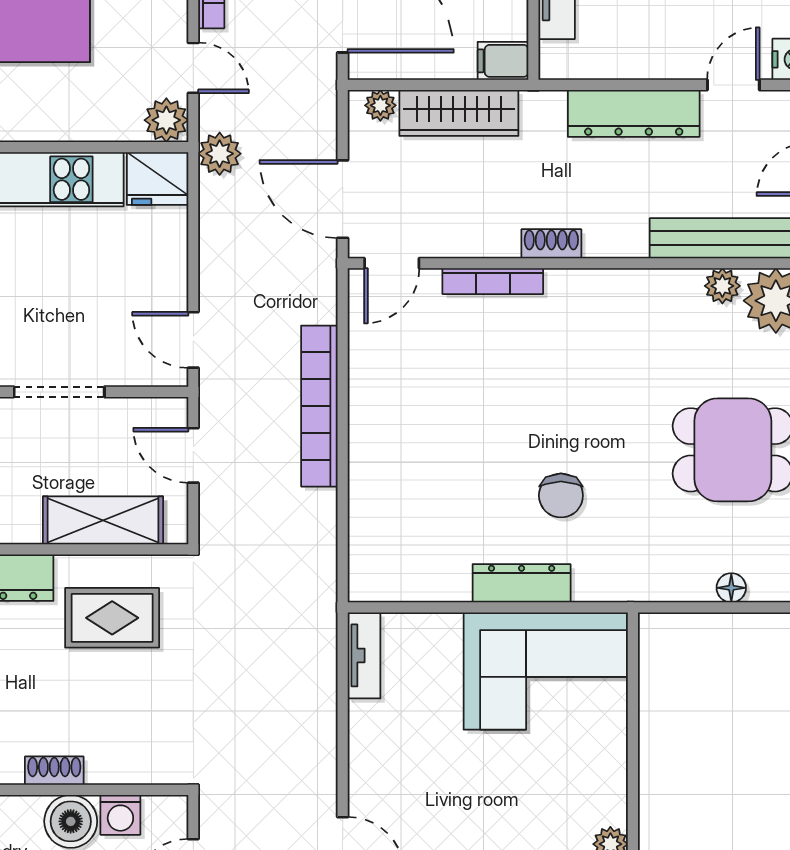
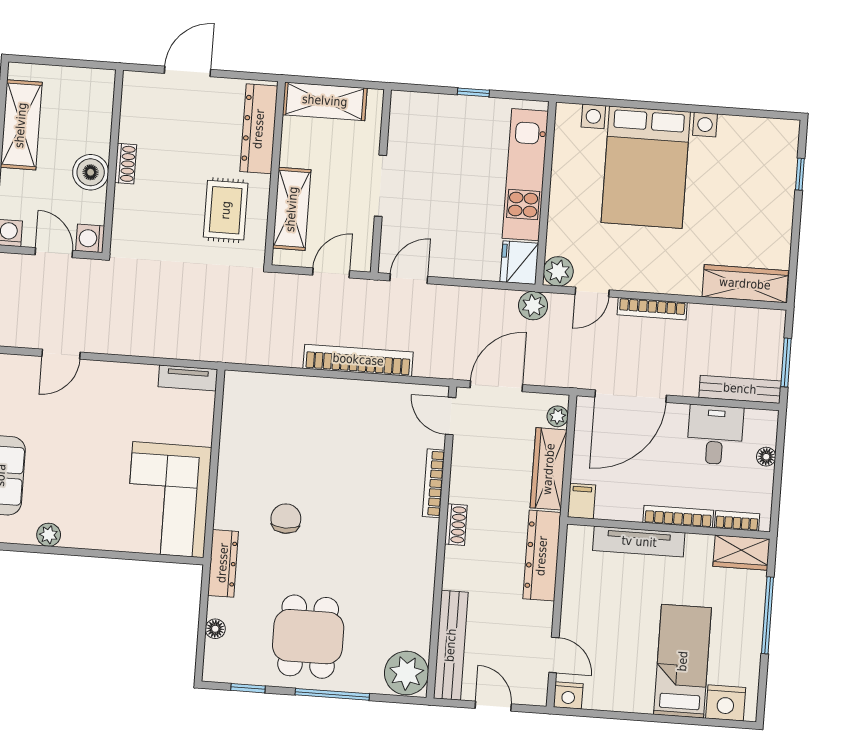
dresser: (634, 113) -> (542, 556), moved
plant: (722, 286) -> (419, 638), removed
chair: (561, 495) -> (286, 519), turned 90
dresser: (522, 583) -> (223, 563), moved
washing machine: (120, 815) -> (90, 238), moved

